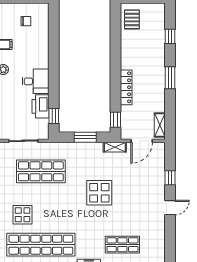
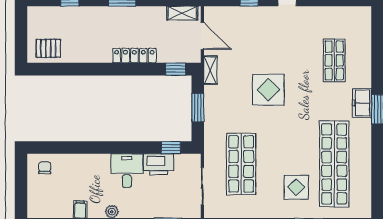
chair: (26, 21) -> (45, 168), moved

